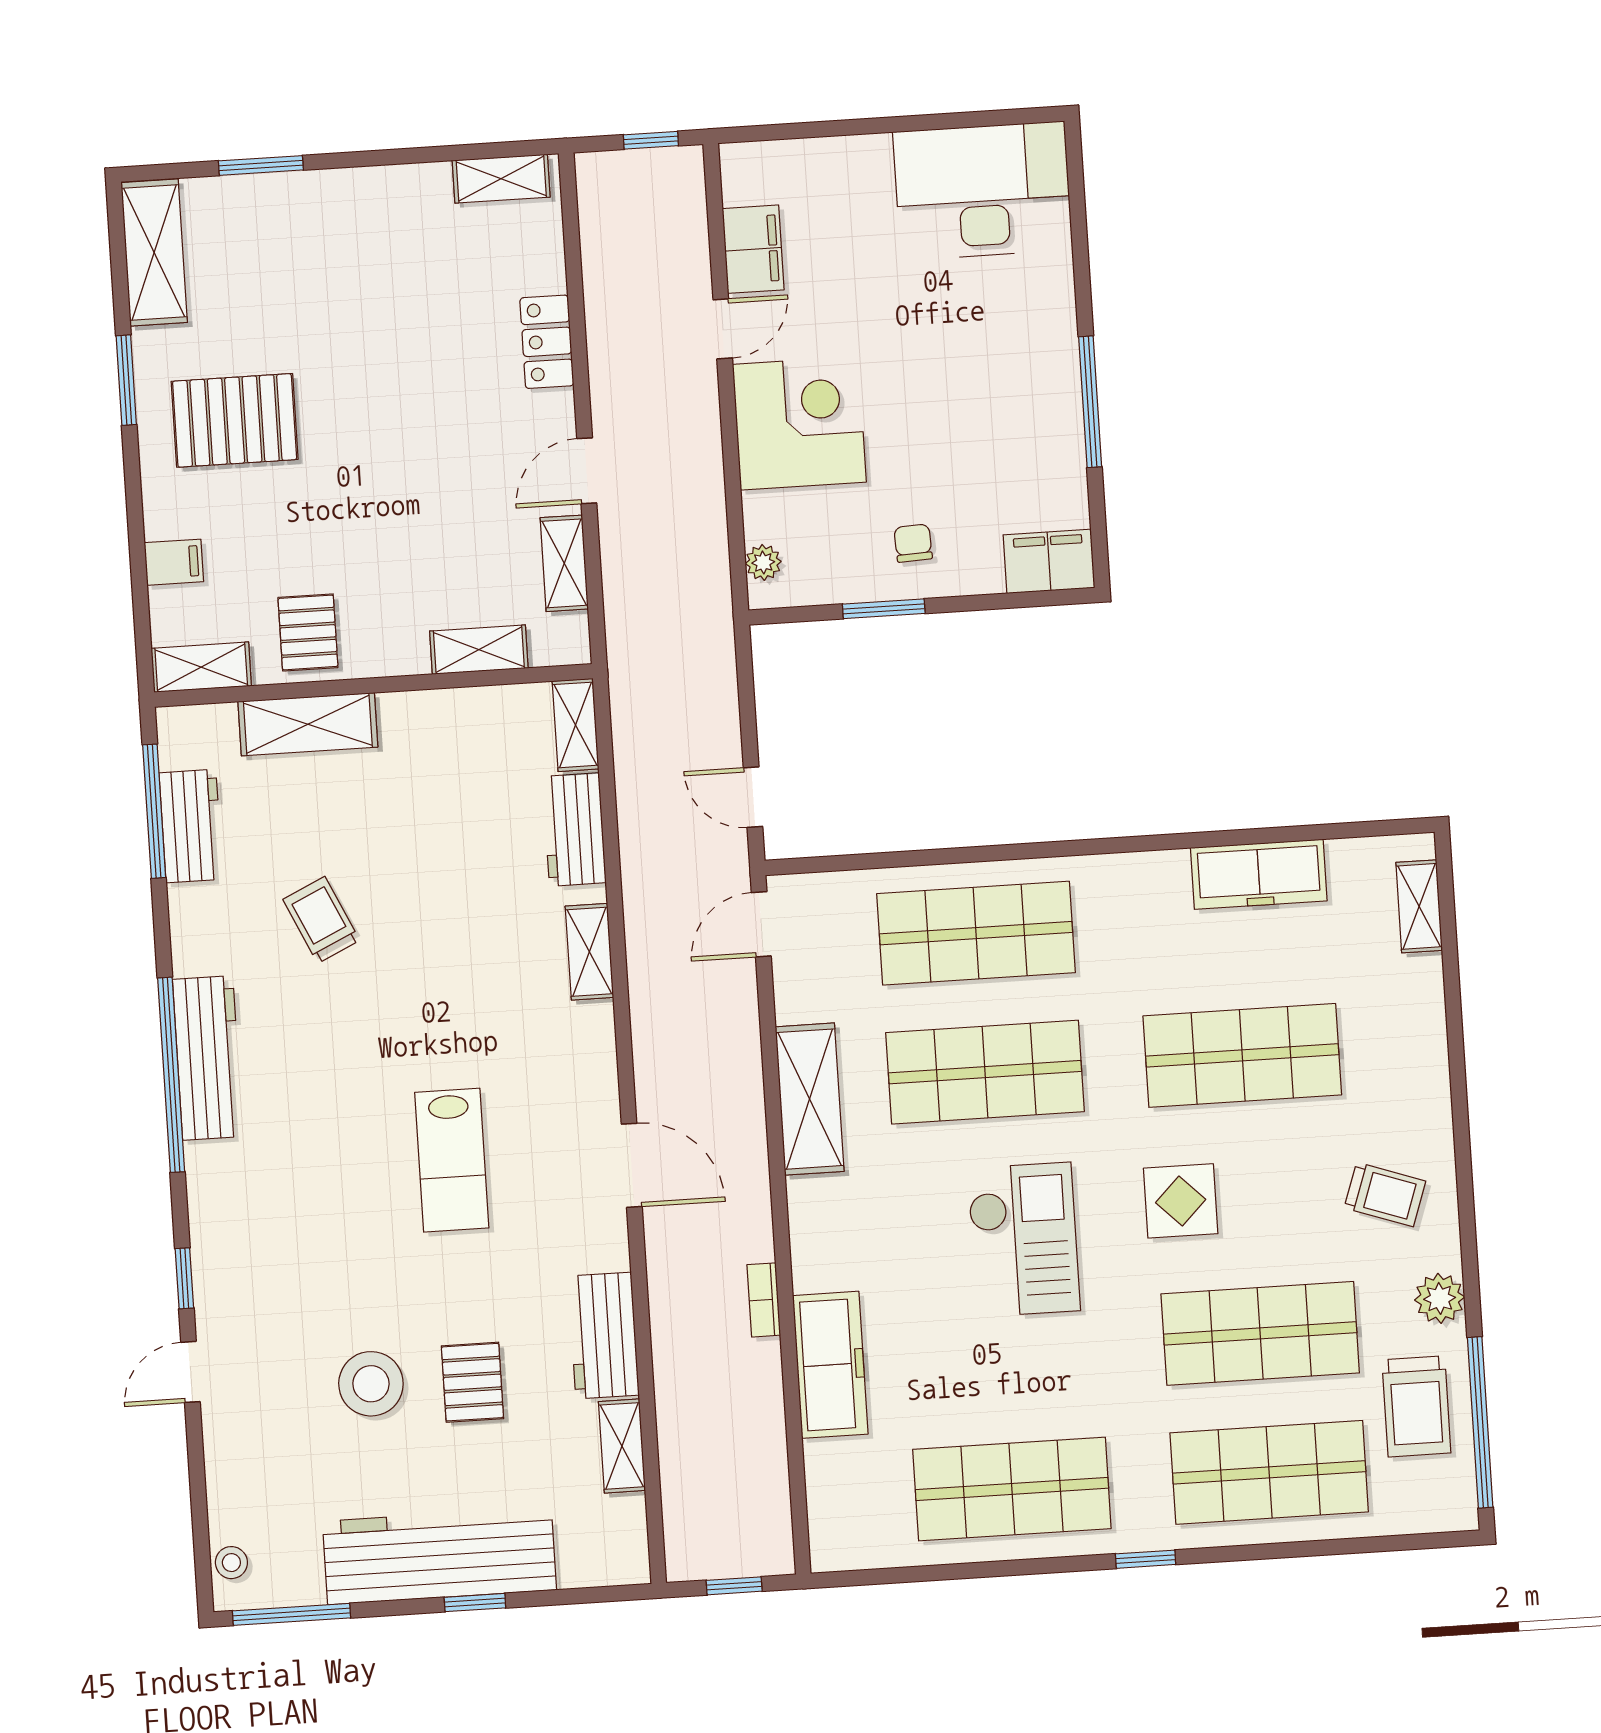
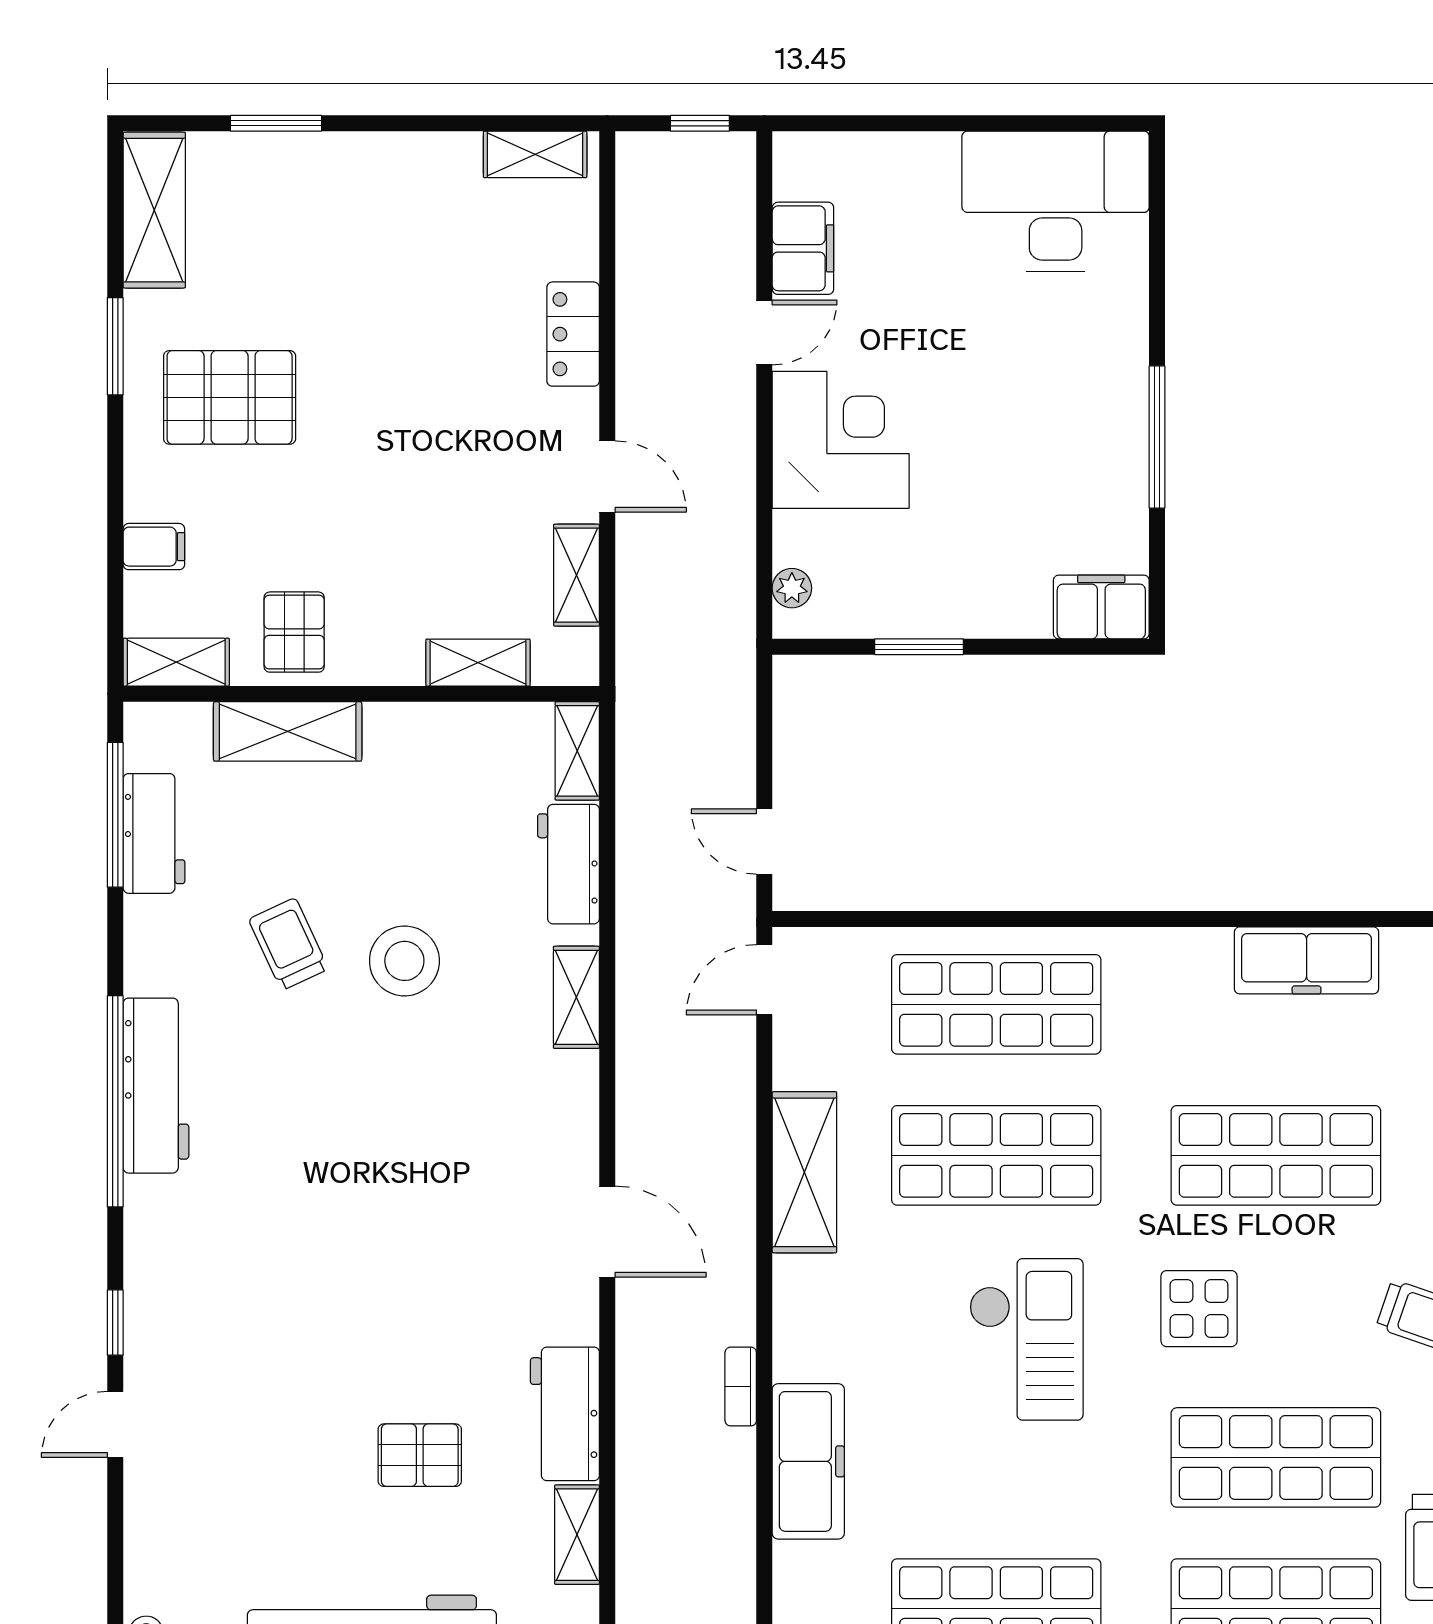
door: (587, 471) -> (607, 477), swing flipped
chair: (913, 543) -> (955, 578), removed
lab bench: (452, 1160) -> (413, 1213), removed
pallet: (472, 1382) -> (420, 1455), turned 90
stool: (371, 1384) -> (404, 961), moved

